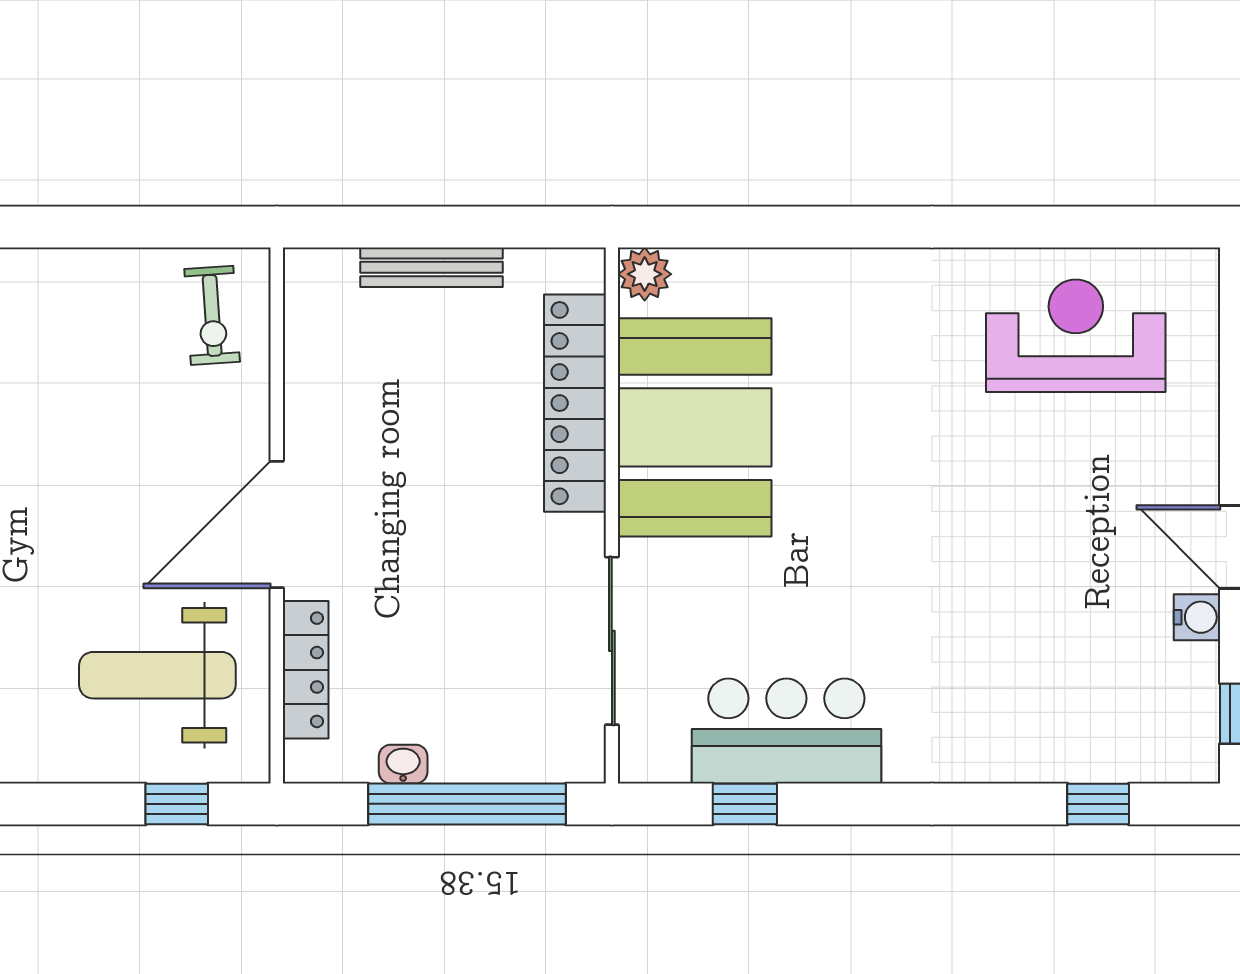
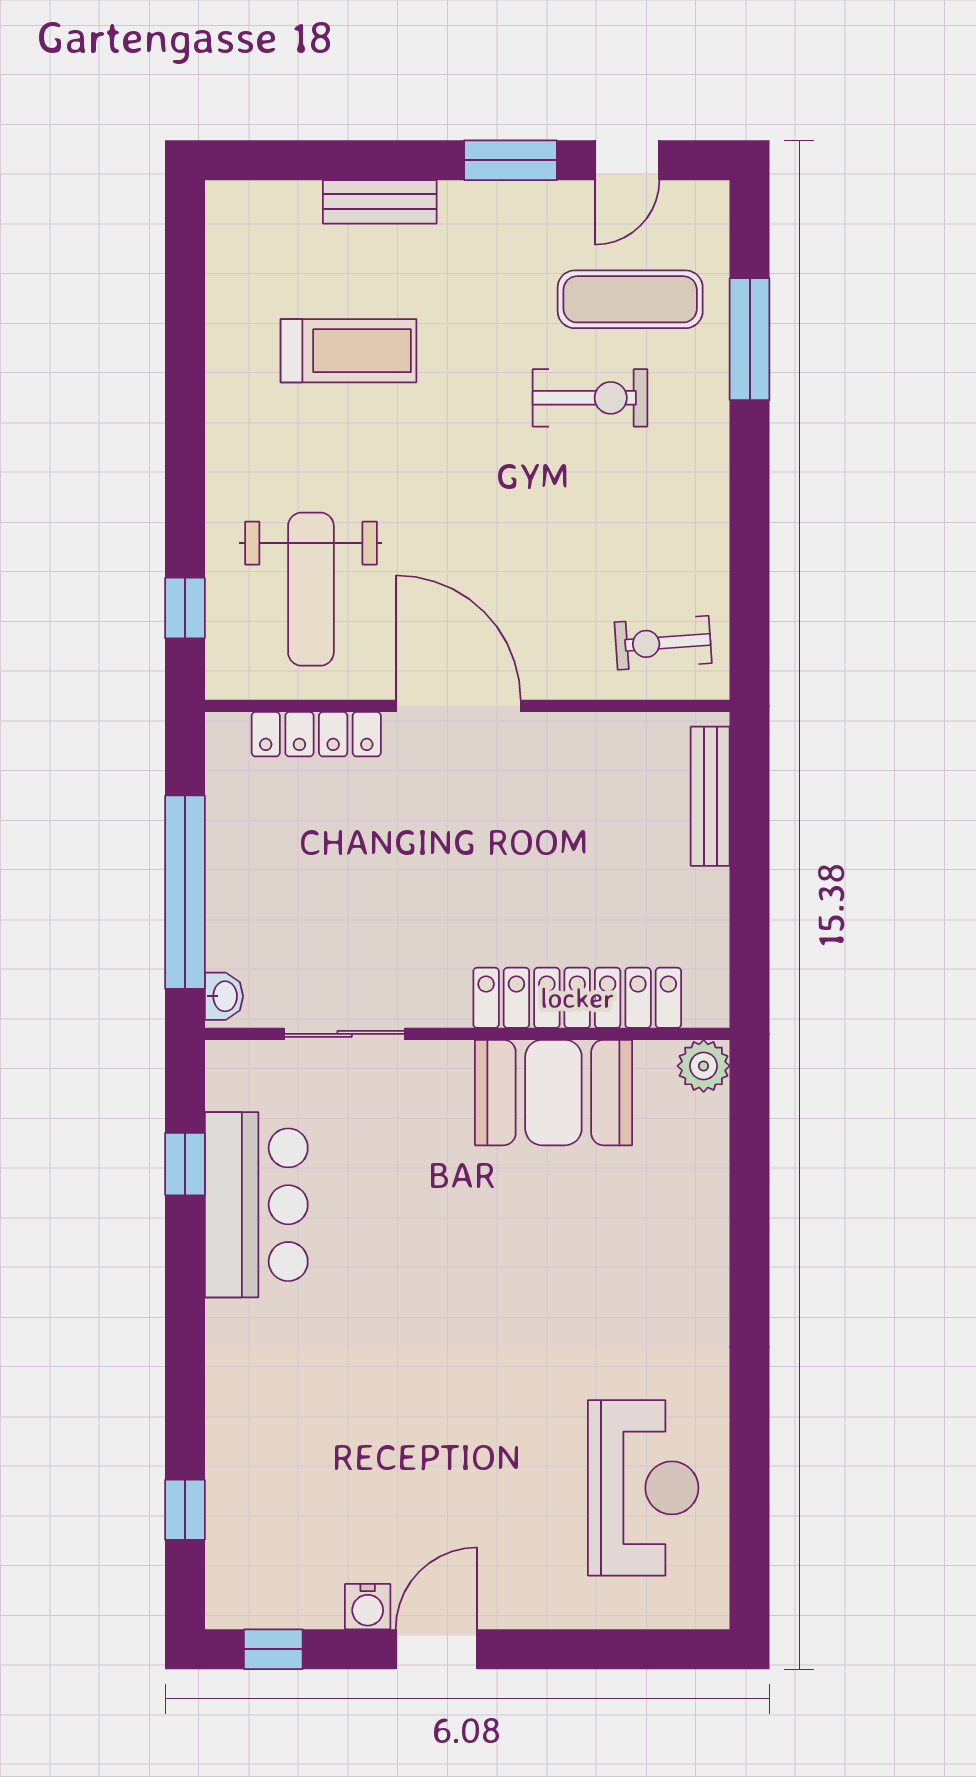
bench: (432, 267) -> (710, 796), moved
booth: (695, 427) -> (553, 1093), width x0.73, depth x0.70
sliding door: (612, 641) -> (345, 1034), width x0.73
weight bench: (157, 675) -> (311, 589), turned 180
washbasin: (403, 764) -> (224, 996), moved

